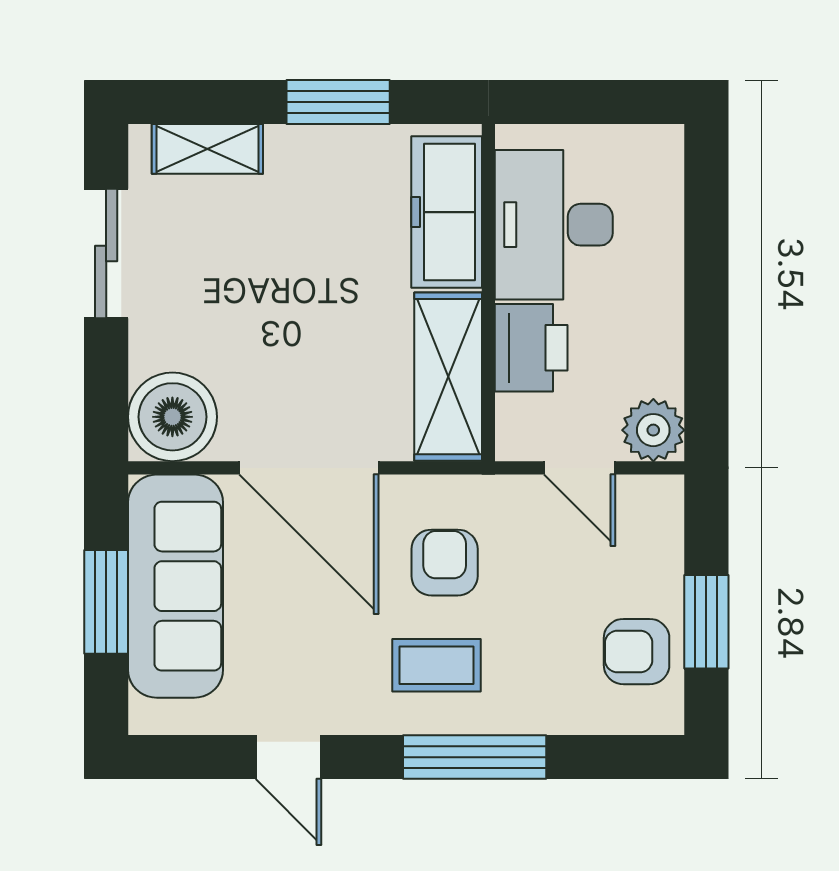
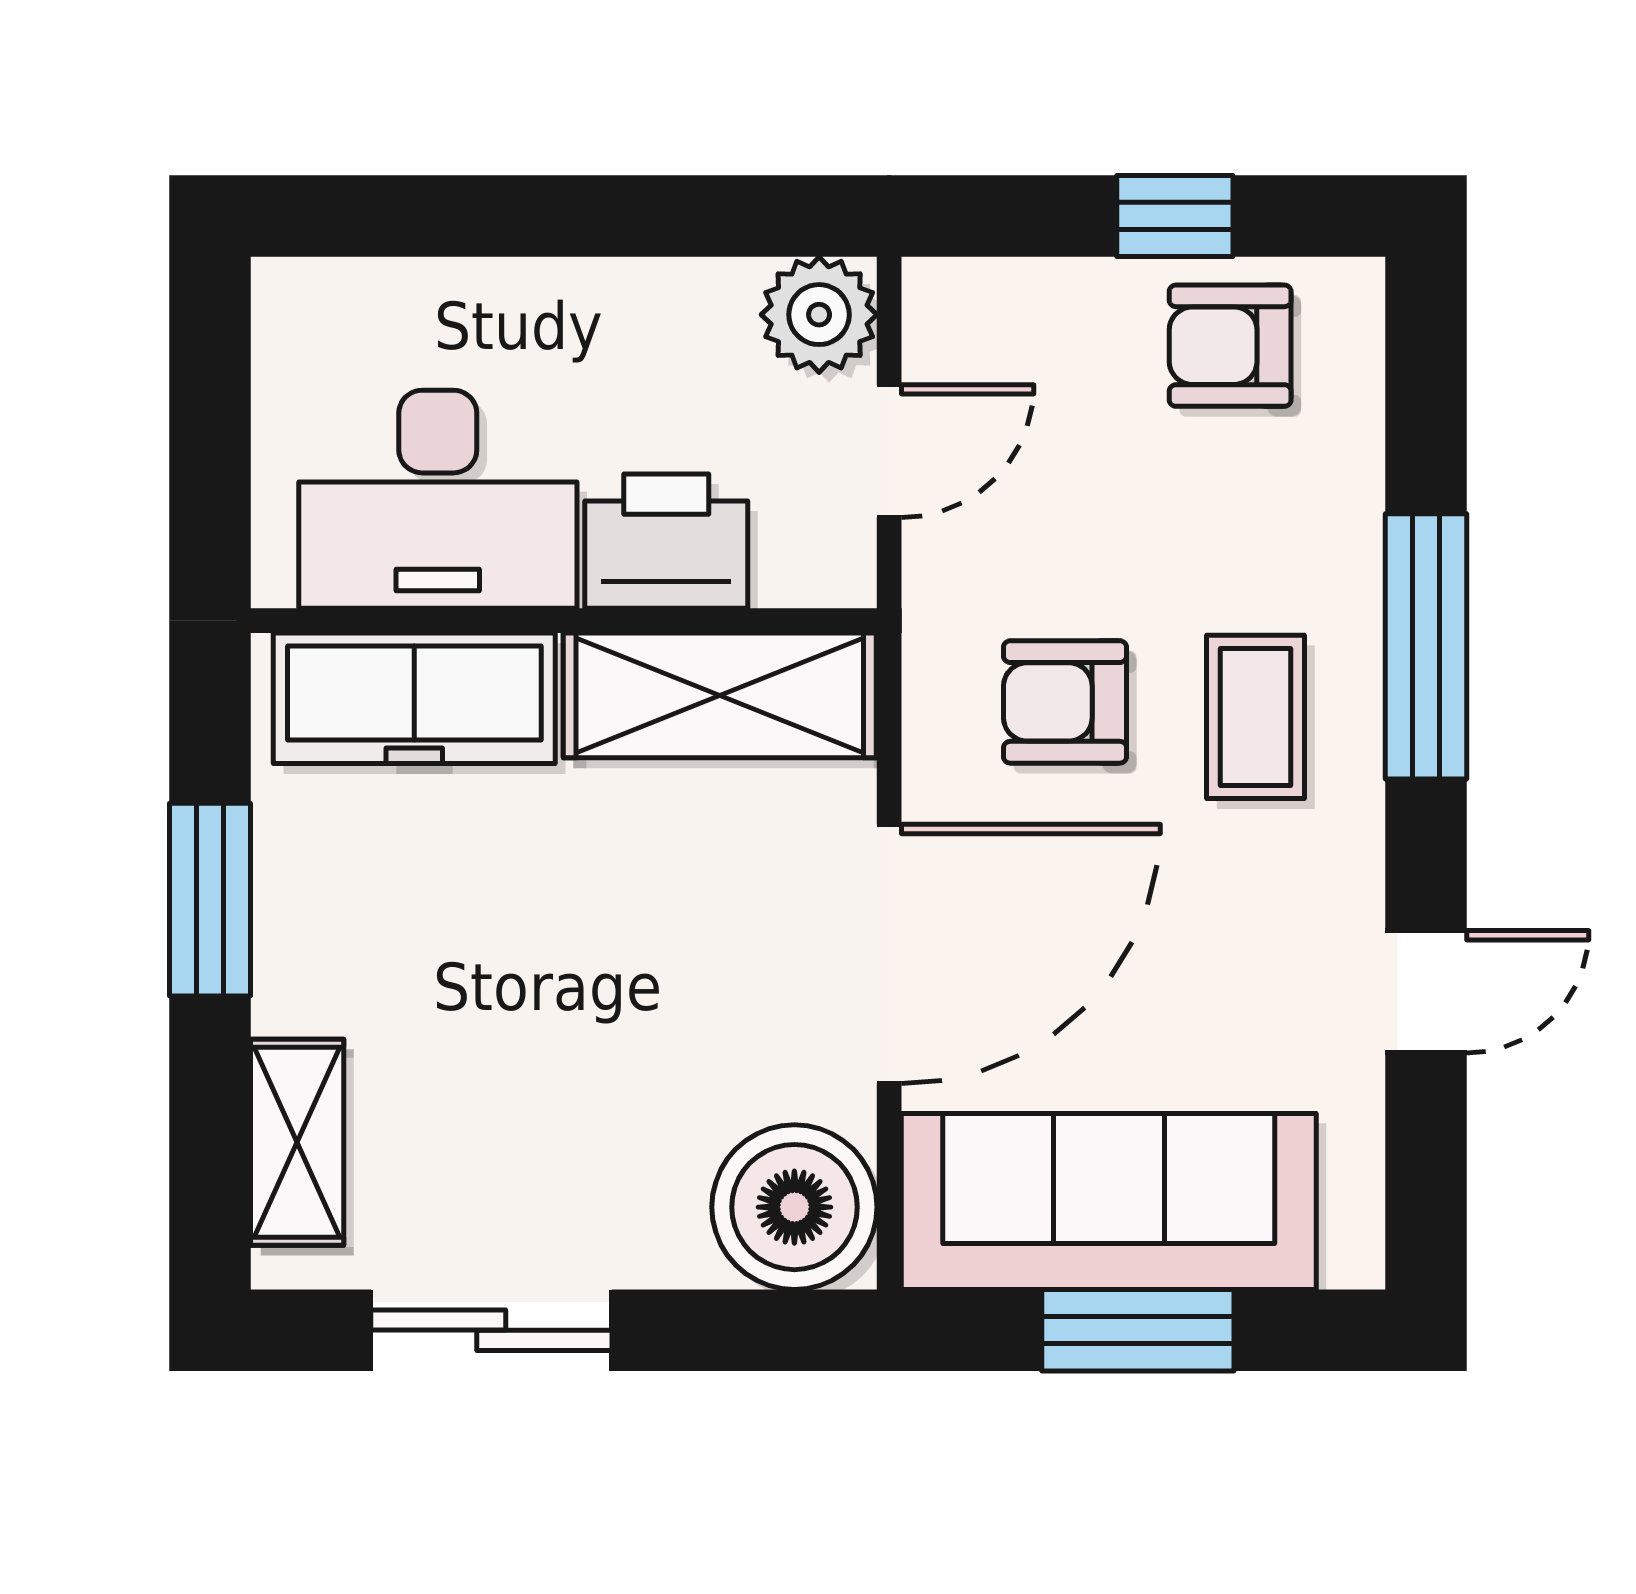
window: (706, 622) -> (1175, 216), width x0.67
armchair: (637, 652) -> (1230, 346), turned 90

